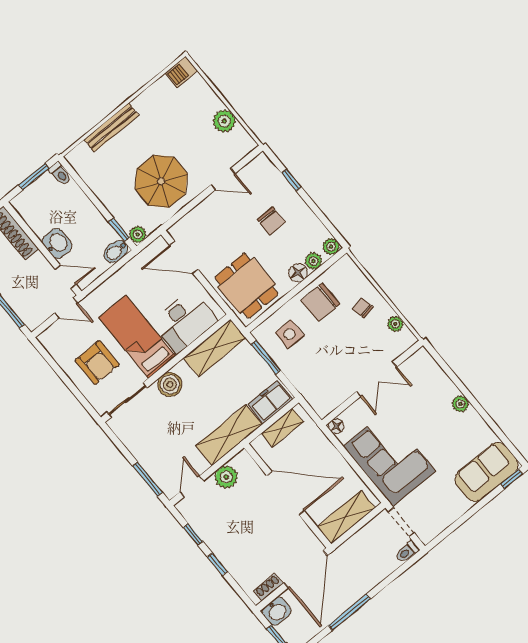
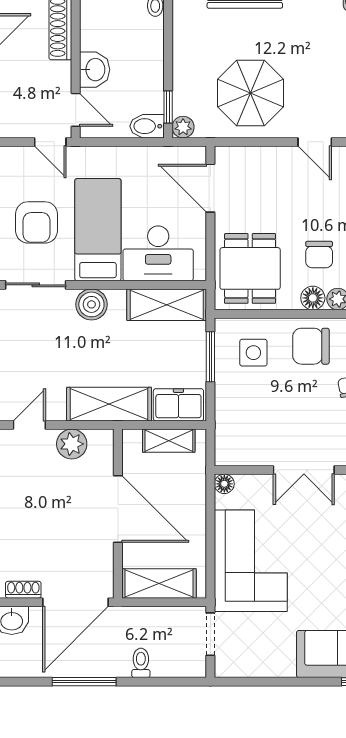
chair: (271, 221) -> (319, 255), moved
toilet: (407, 552) -> (141, 663), moved, turned 90

